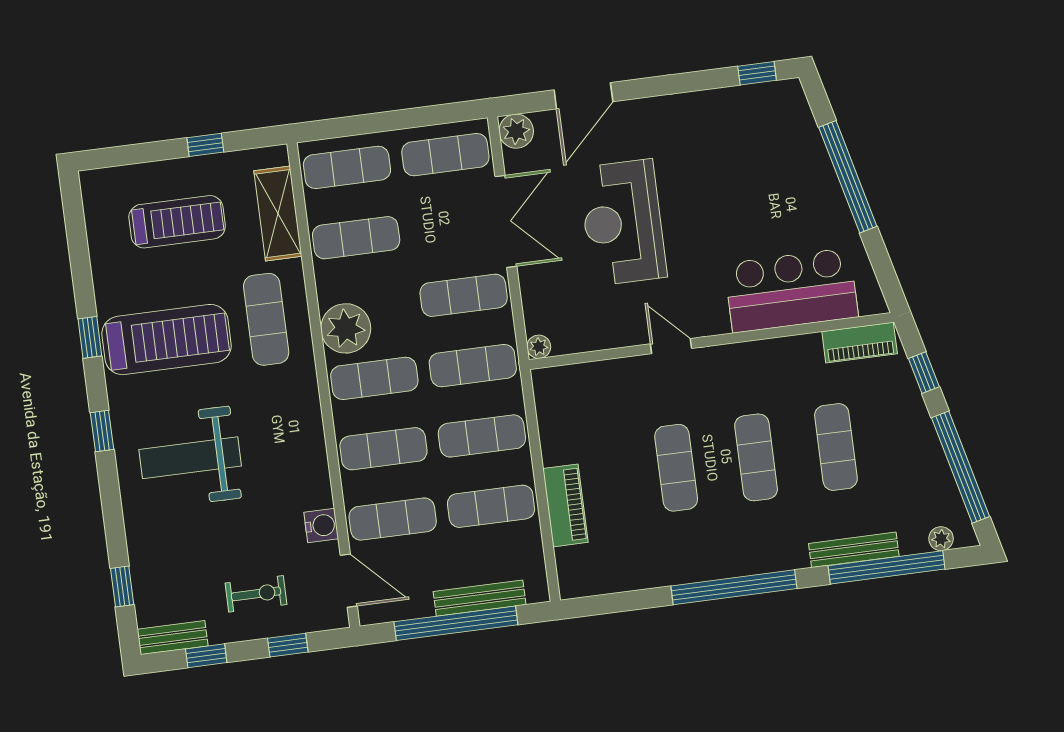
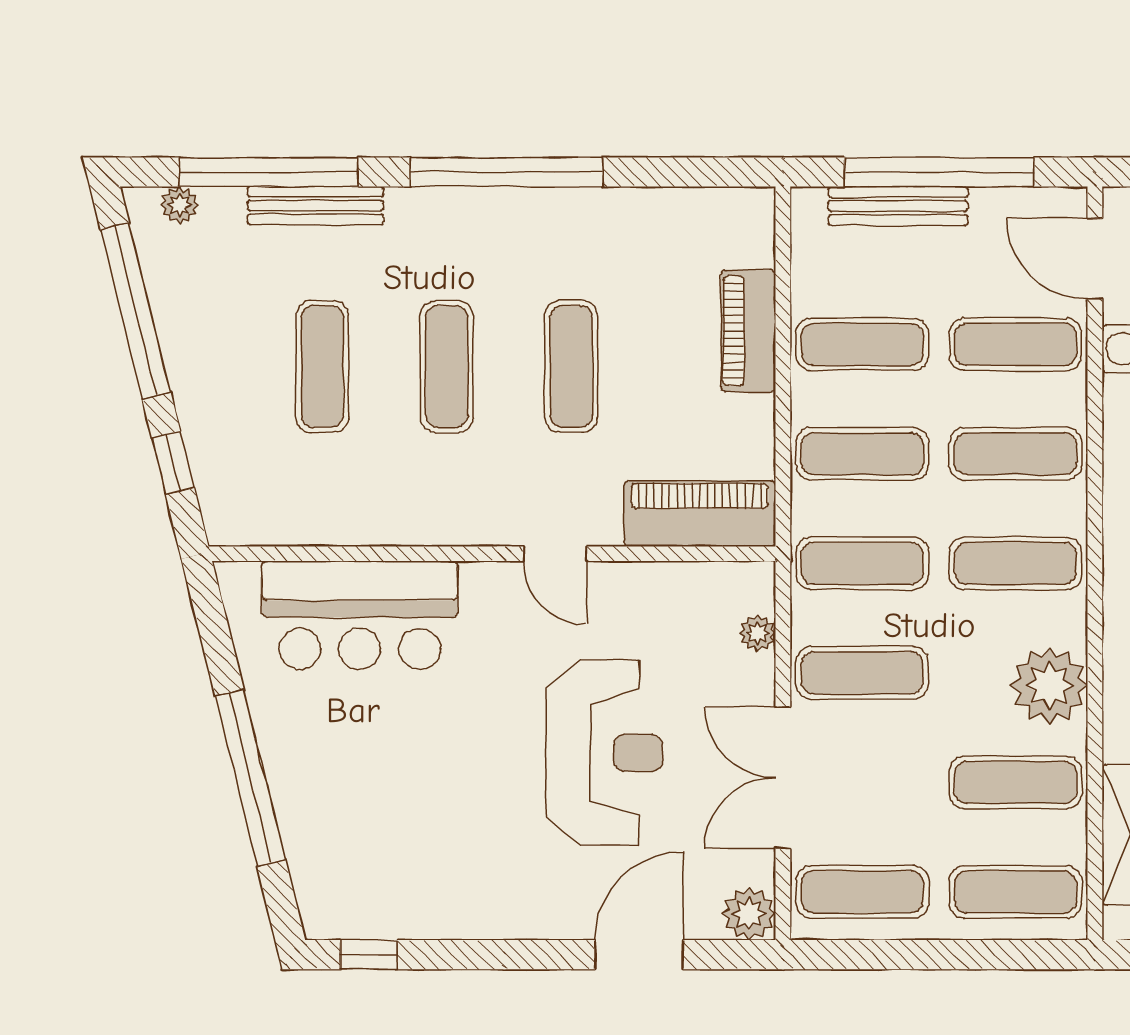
plant: (346, 328) -> (1049, 686), moved
piano: (860, 343) -> (700, 514), moved, width x1.37, depth x1.33
plant: (539, 347) -> (757, 633), moved

